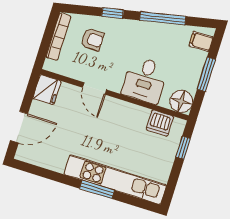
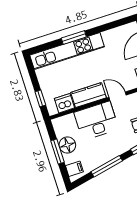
desk: (145, 80) -> (96, 121), width x1.37
floor lamp: (181, 101) -> (67, 145), moved
kitchen counter: (126, 113) -> (88, 95), added

